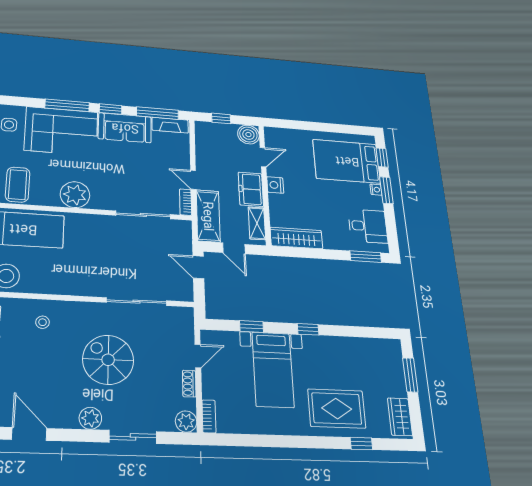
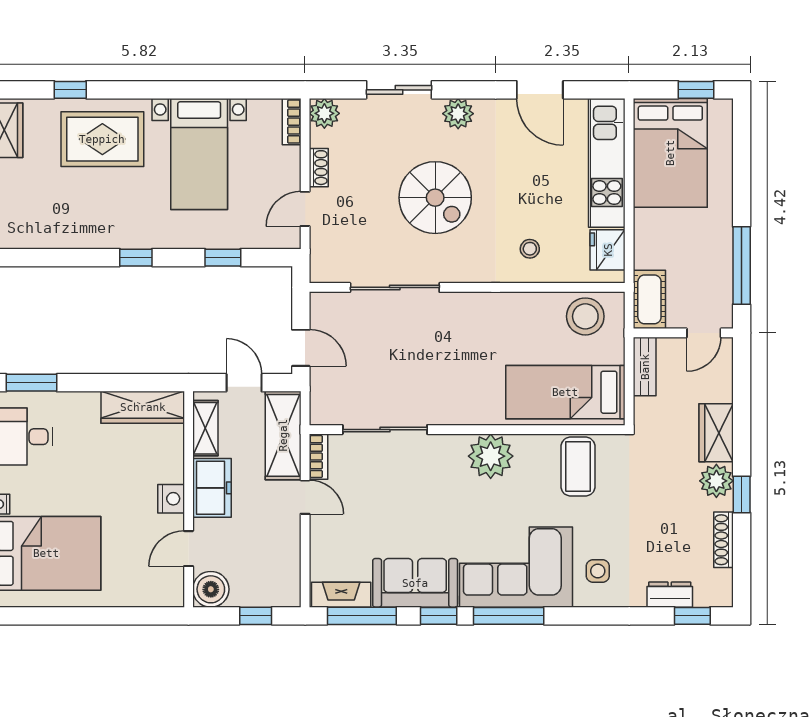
bed with nightstands: (273, 369) -> (199, 154), moved, turned 180

